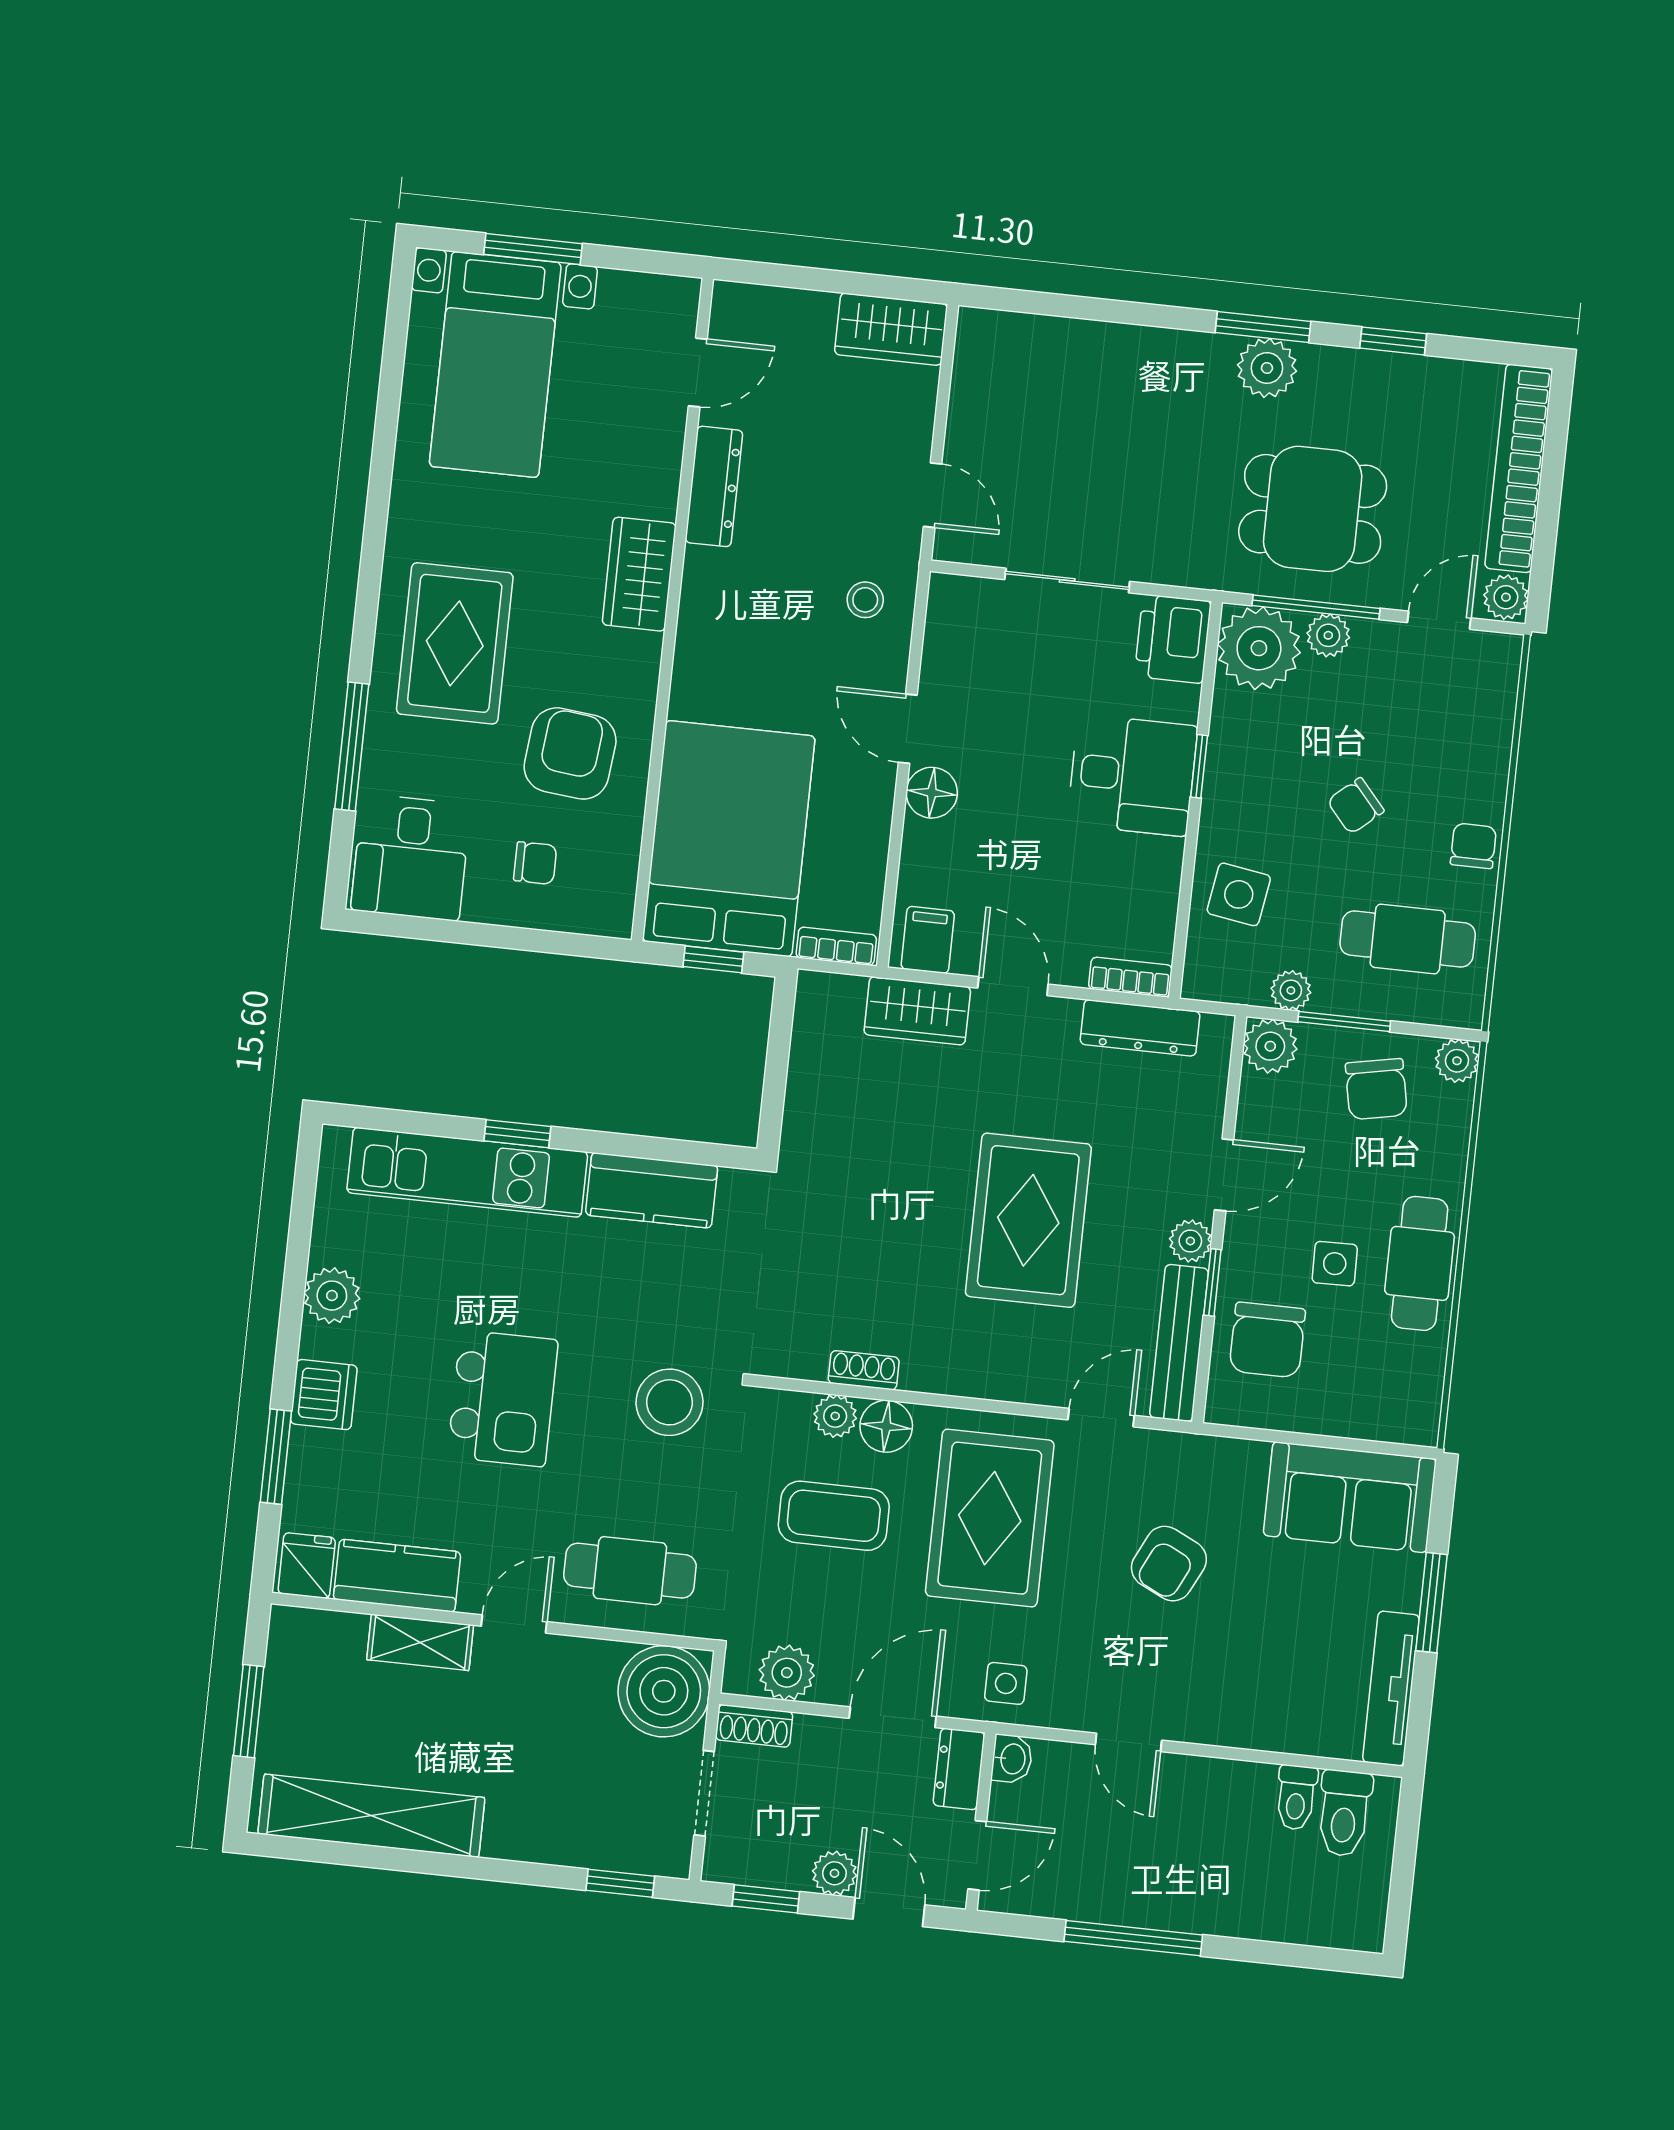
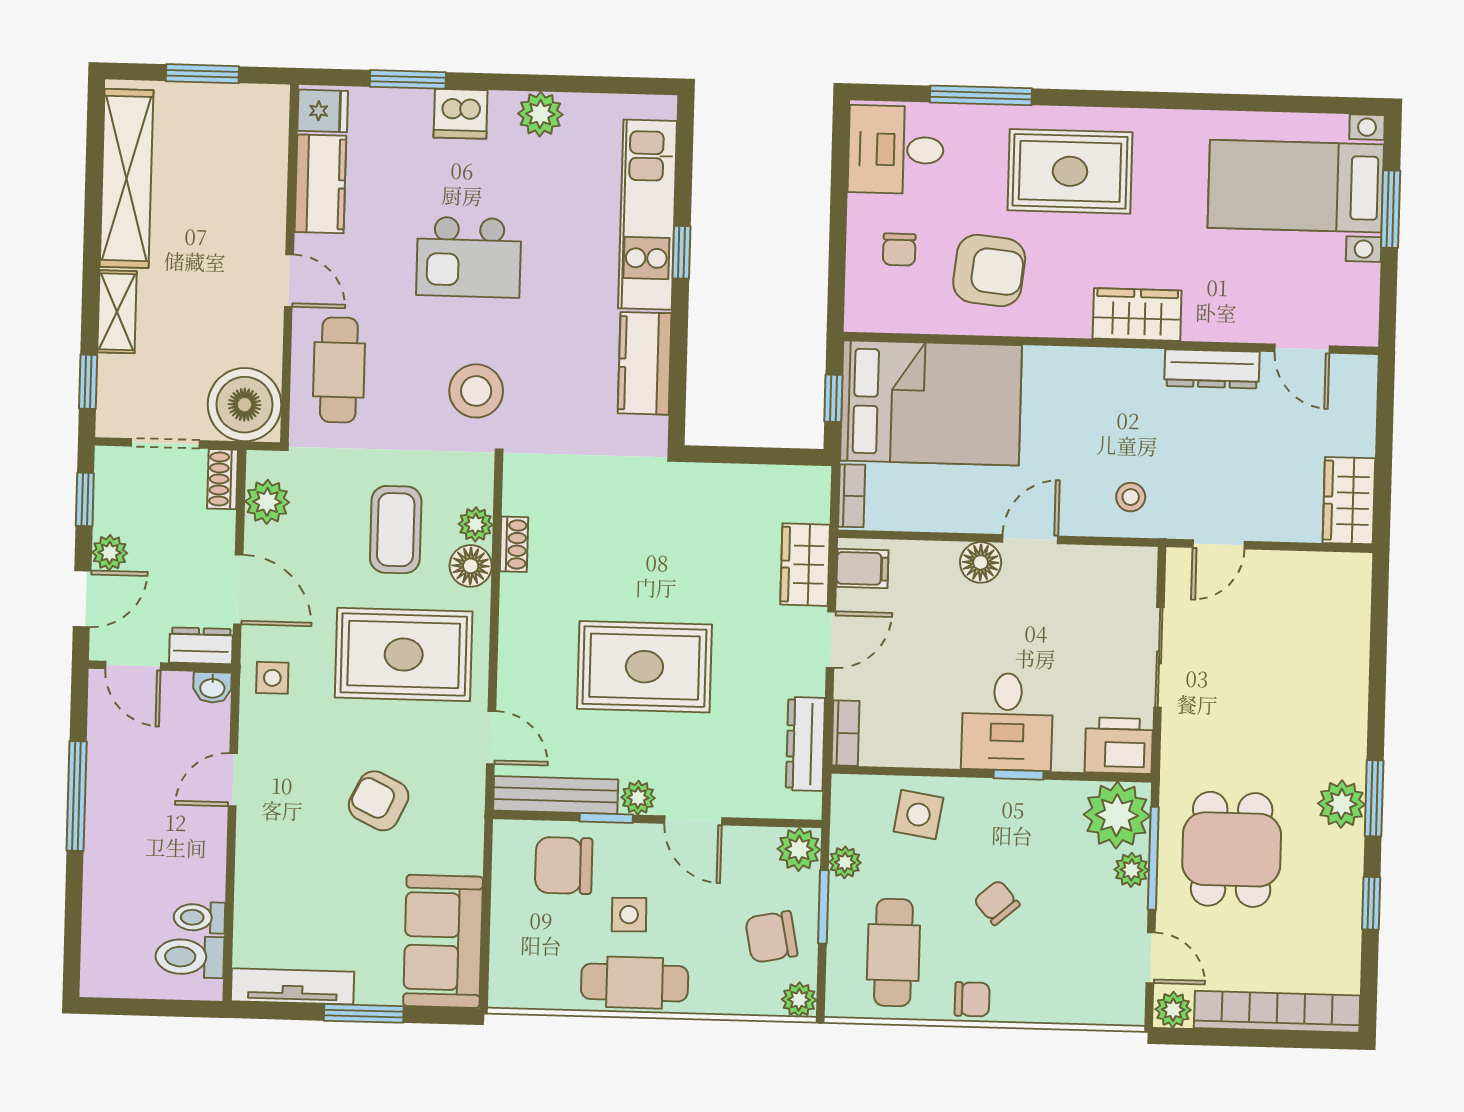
shelving: (420, 1642) -> (117, 312), moved

